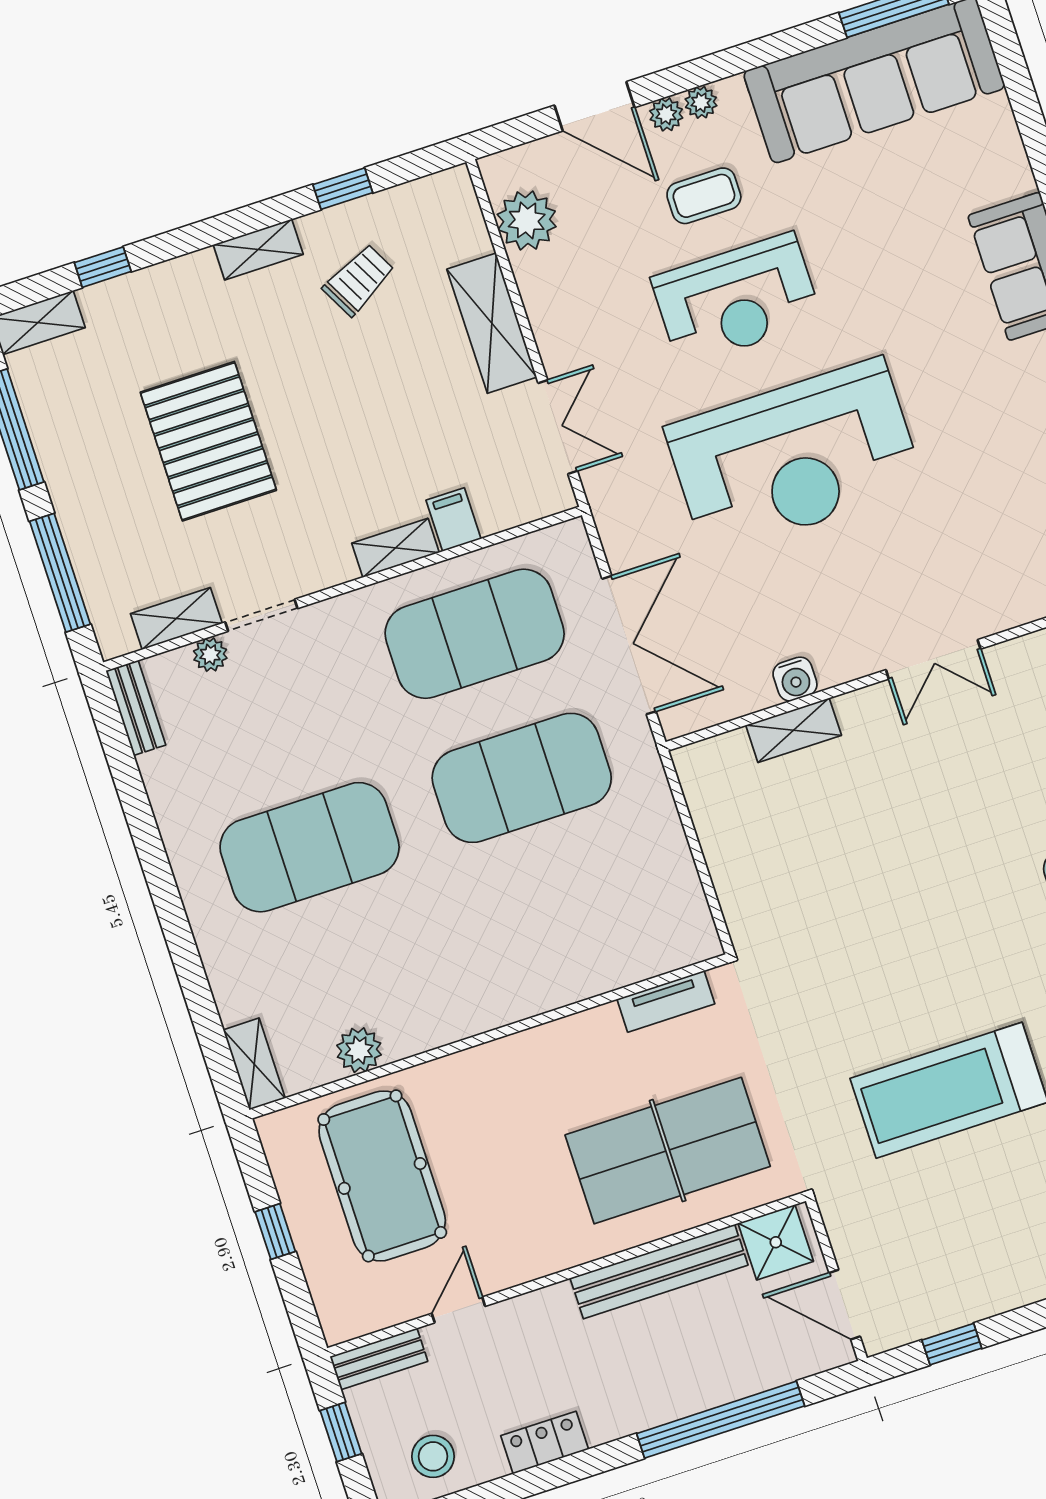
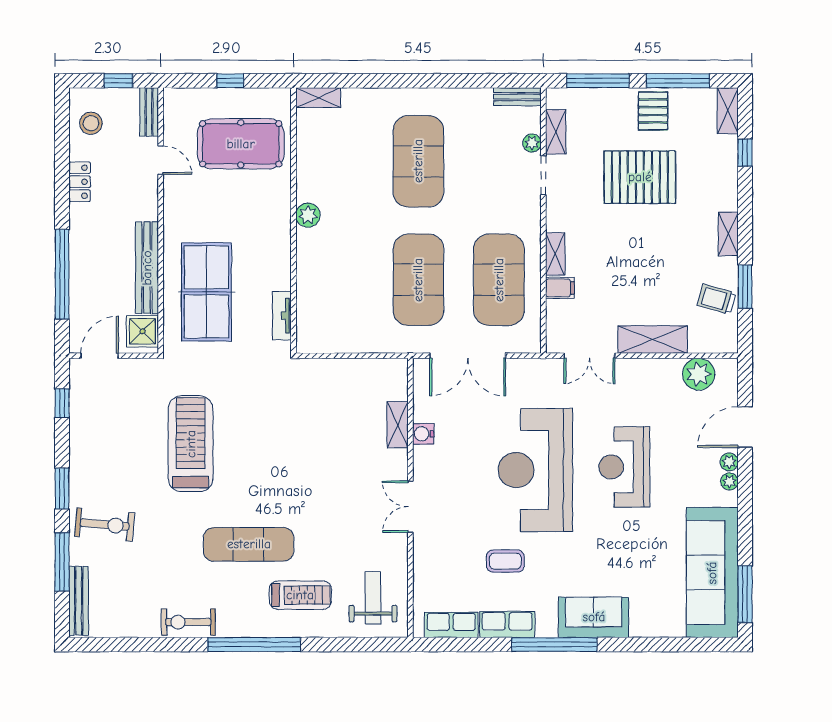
window: (343, 189) -> (745, 287), width x1.50
coffee table: (704, 196) -> (505, 561), moved, turned 90
trolley: (359, 280) -> (716, 299), moved, turned 134
pallet: (82, 456) -> (653, 111), added
plant: (359, 1050) -> (308, 215), moved

